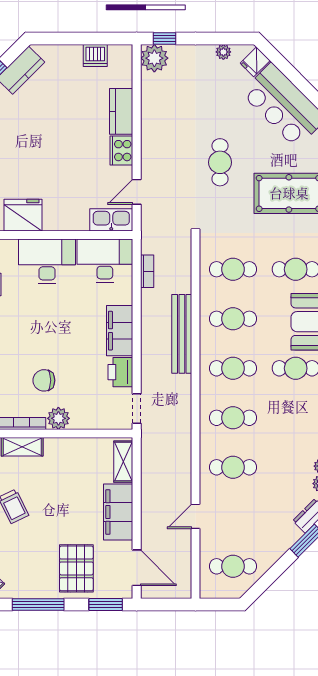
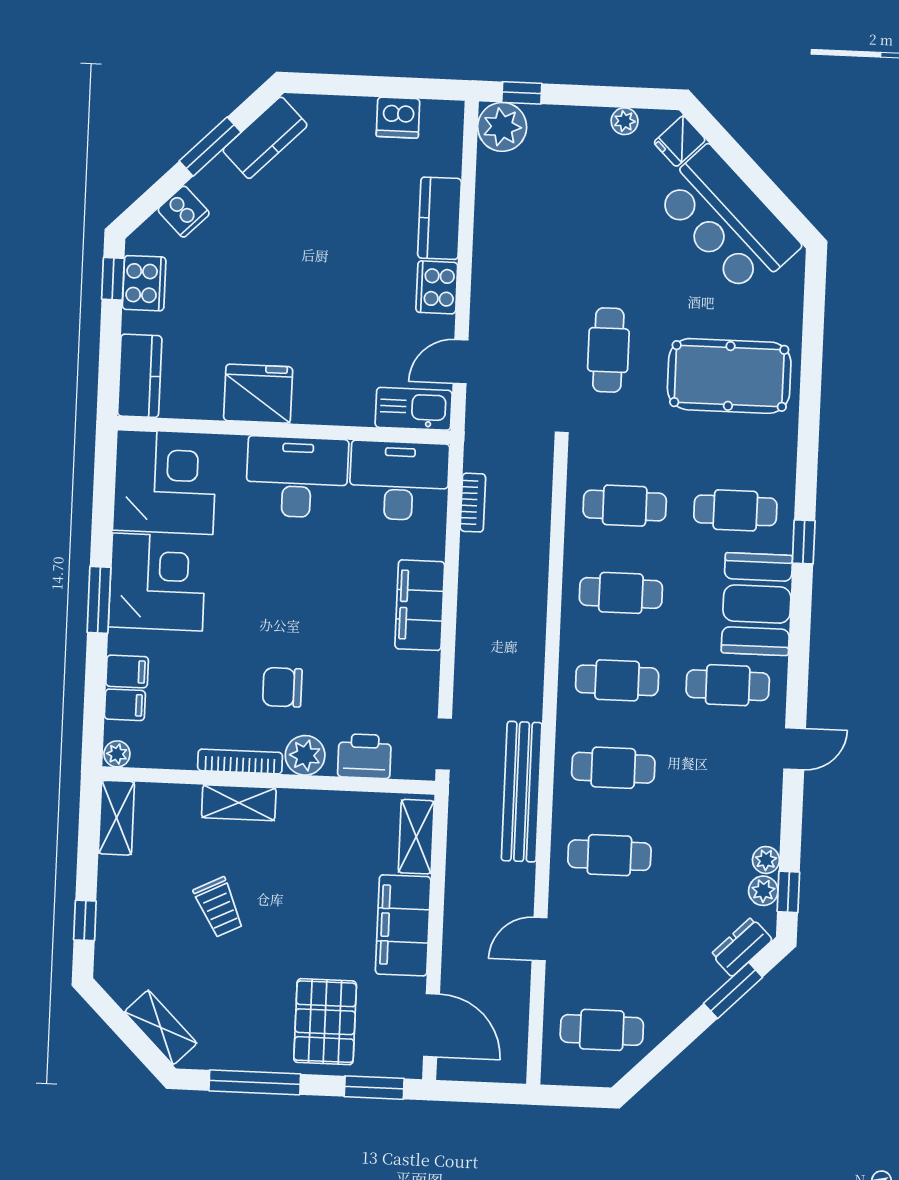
cafe table: (220, 162) -> (608, 350), moved
bench: (182, 334) -> (522, 792), moved
printer: (120, 372) -> (364, 756), moved, turned 90

